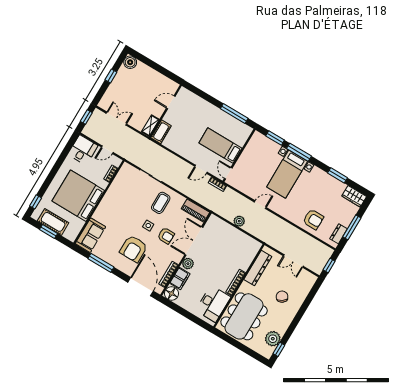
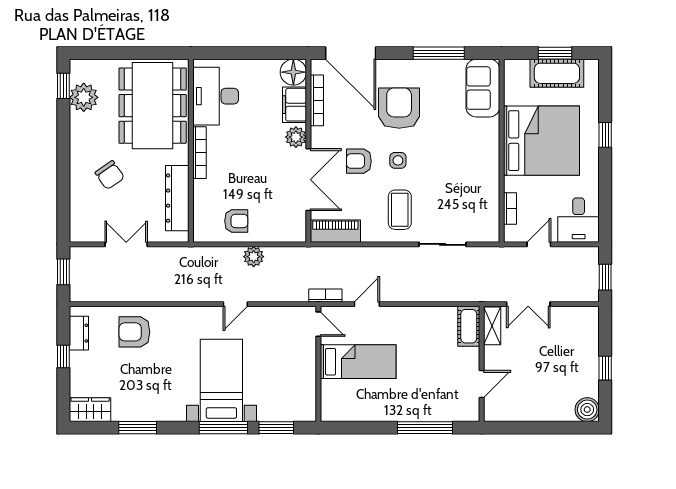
window: (234, 113) -> (425, 428), moved
double door: (116, 119) -> (528, 304), moved
window: (36, 202) -> (605, 135), moved
window: (352, 227) -> (63, 357), width x0.46
armchair: (237, 242) -> (236, 221), added

